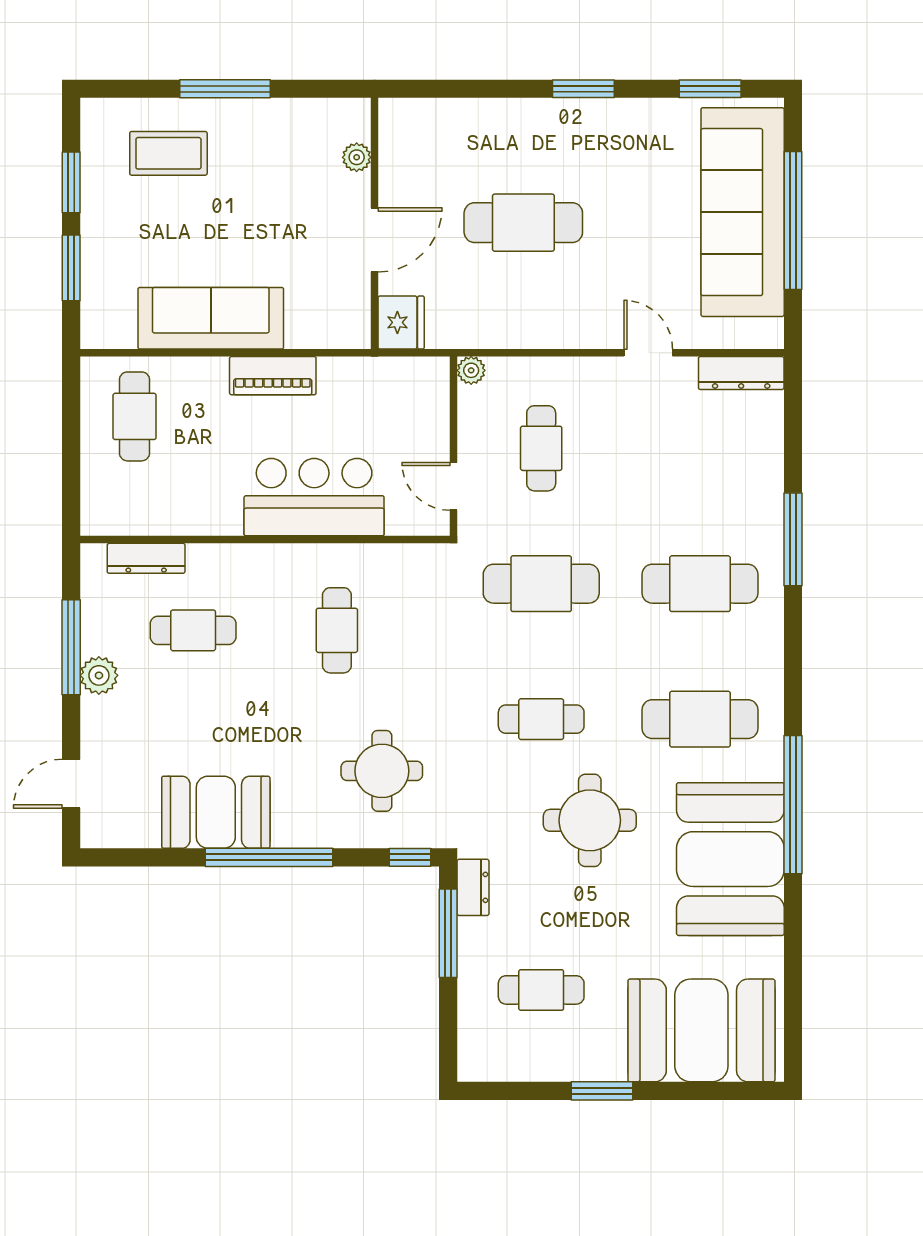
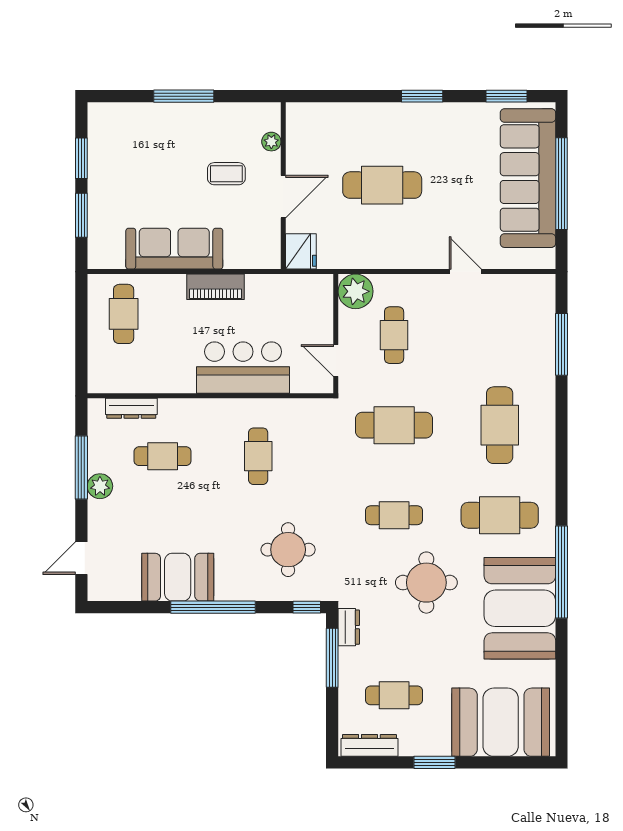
coffee table: (168, 153) -> (226, 174), moved, width x0.73, depth x0.77
plant: (471, 370) -> (356, 291), width x1.88, depth x1.88
dresser: (741, 373) -> (369, 745), moved, turned 180
window: (793, 539) -> (561, 344), moved
cafe table: (700, 584) -> (500, 425), turned 90

